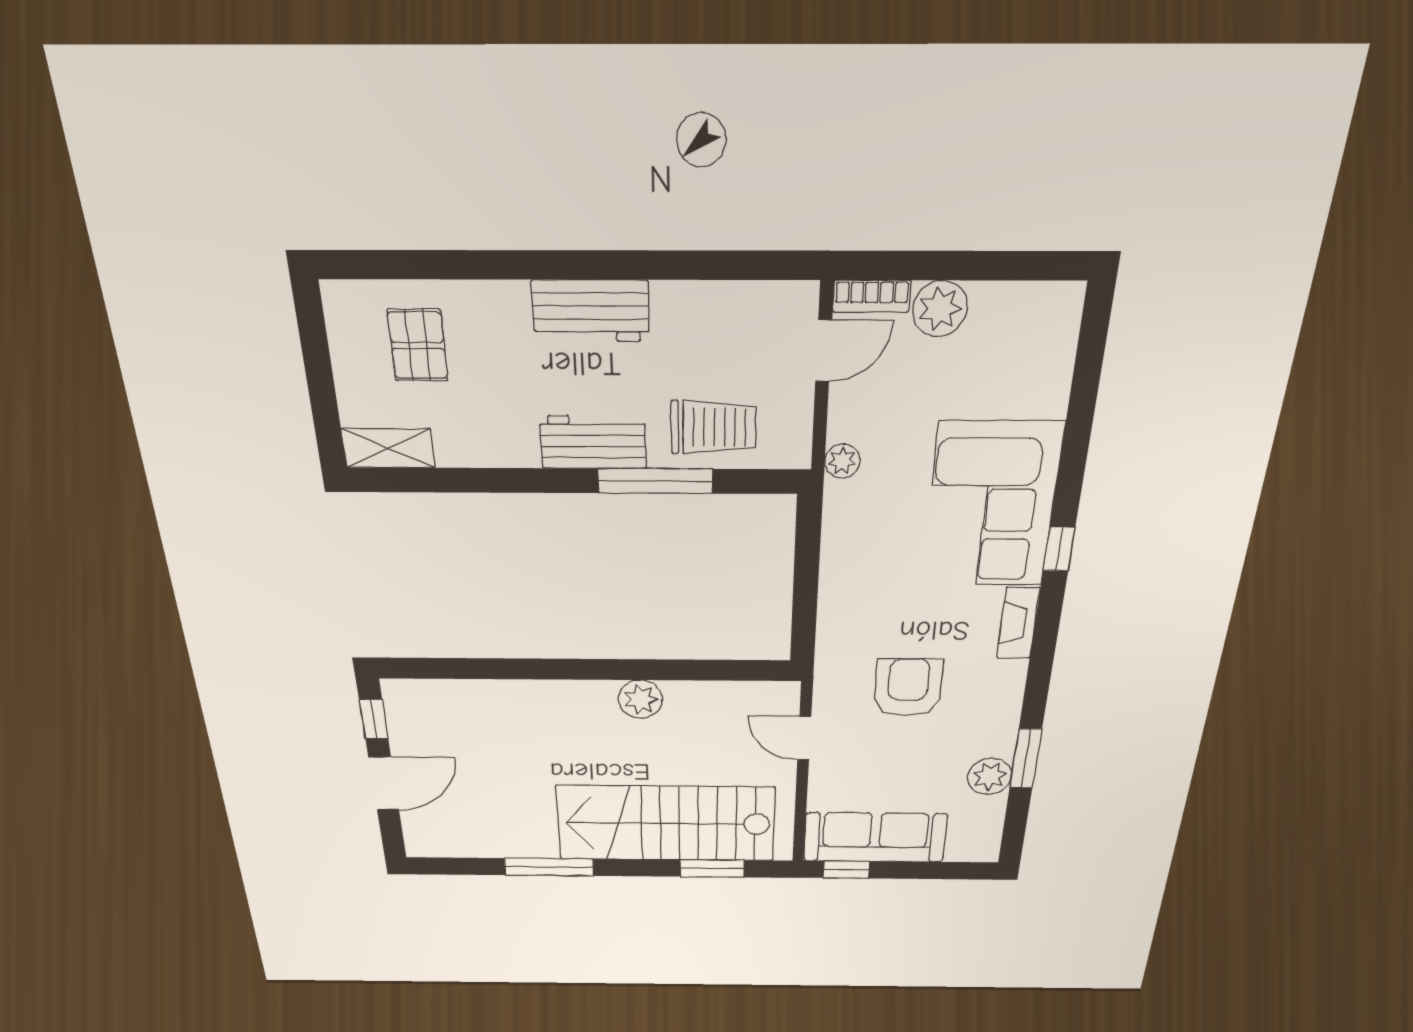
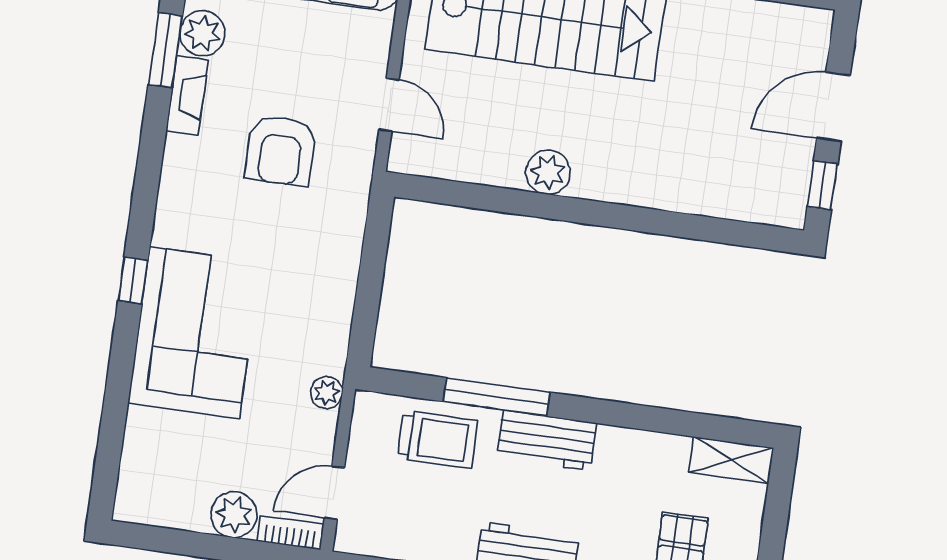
trolley: (713, 427) -> (438, 439), turned 180
fireplace: (1018, 623) -> (187, 95), moved

